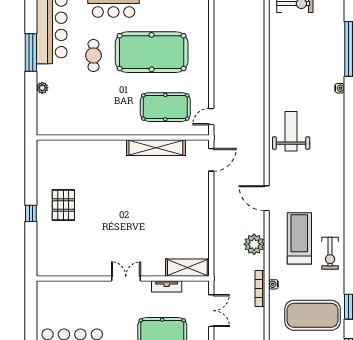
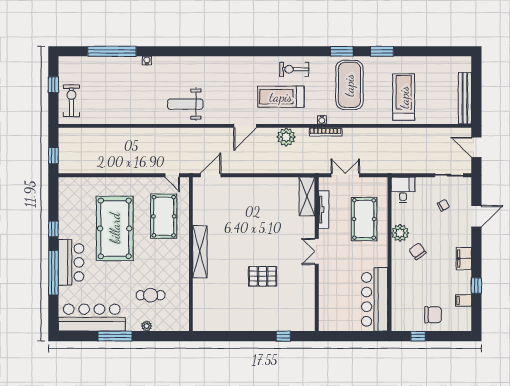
cafe table: (94, 55) -> (151, 295), moved
shelving: (156, 148) -> (200, 252), moved
door: (211, 160) -> (211, 175), hinge flipped
pallet: (63, 205) -> (263, 276), moved
window: (31, 213) -> (283, 336), moved
exercise bike: (330, 253) -> (294, 69), turned 180
tv unit: (167, 286) -> (324, 210), width x1.41

